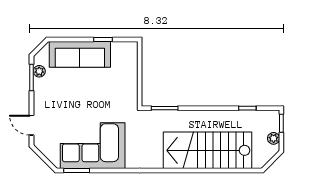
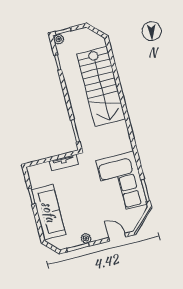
plant: (39, 71) -> (86, 238), moved
tv unit: (132, 86) -> (64, 163), added
door: (31, 125) -> (117, 237), swing flipped
plant: (274, 138) -> (59, 39), moved

